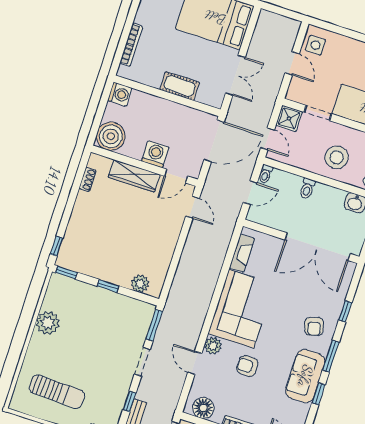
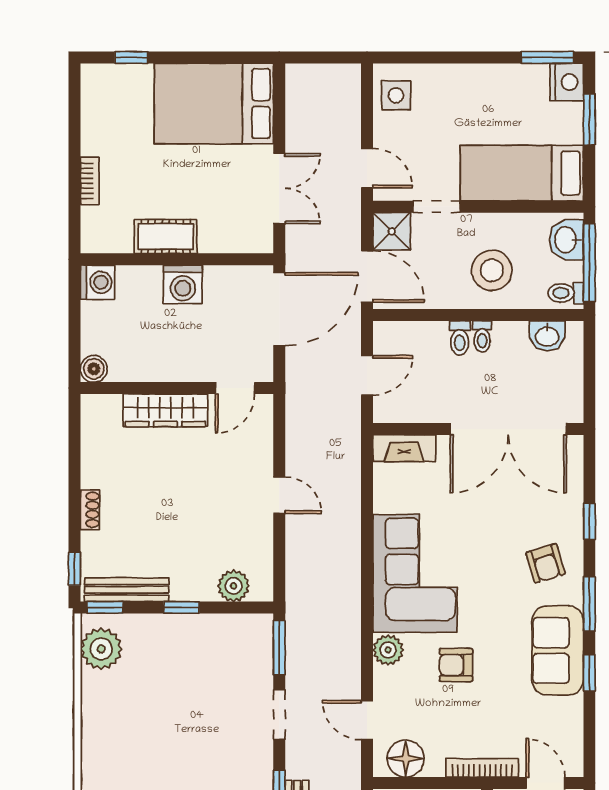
bookcase: (131, 45) -> (90, 181), width x0.64
door: (292, 63) -> (367, 168), moved
cot: (180, 86) -> (166, 236), moved
boiler: (111, 136) -> (94, 369), width x0.54, depth x0.54
door: (268, 139) -> (367, 277), width x1.38
washing machine: (155, 154) -> (183, 284), moved, turned 180
toilet: (265, 174) -> (482, 336), moved
shoe rack: (88, 179) -> (90, 510), moved
door: (192, 207) -> (279, 495), moved
fireplace: (242, 253) -> (404, 448), moved, turned 90
bench: (81, 267) -> (127, 590), added
plant: (48, 323) -> (101, 649), moved
door: (195, 363) -> (367, 720), moved

